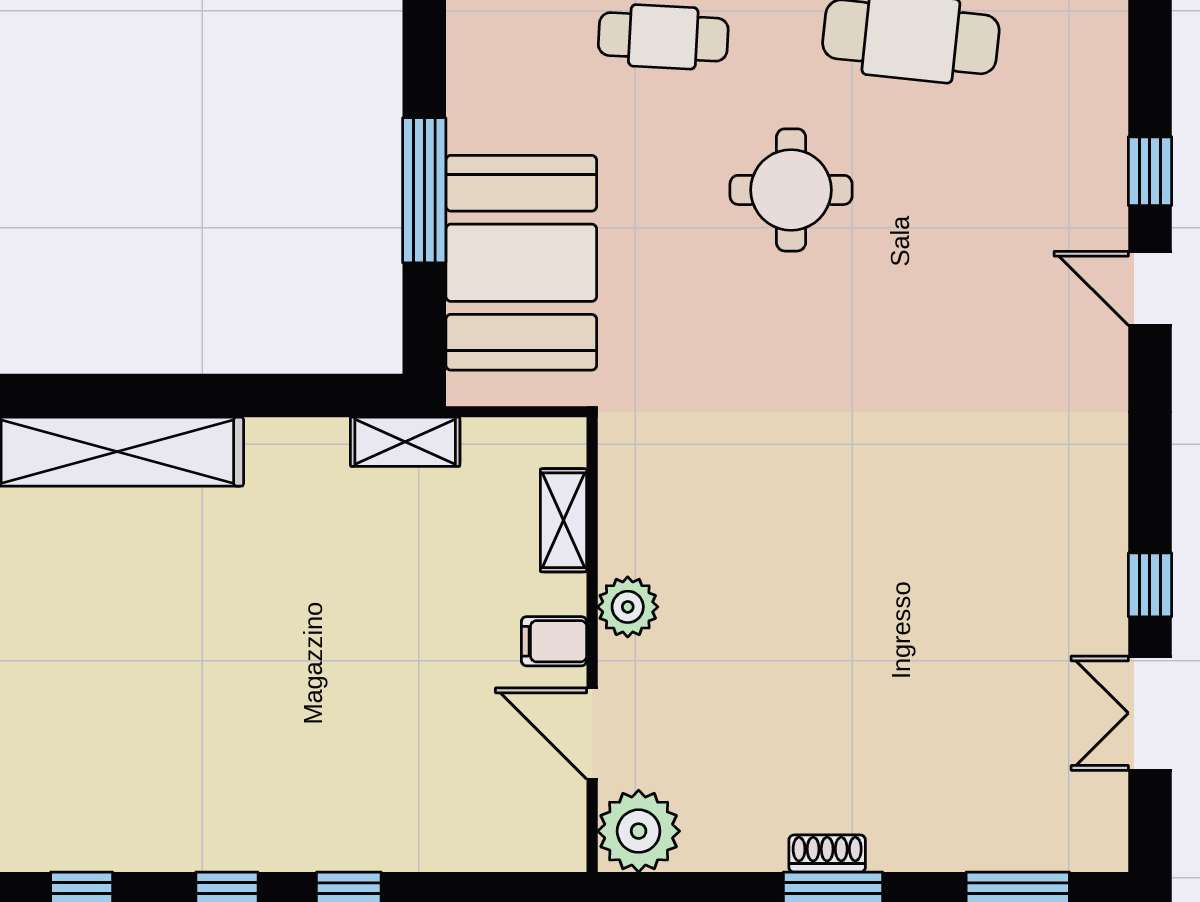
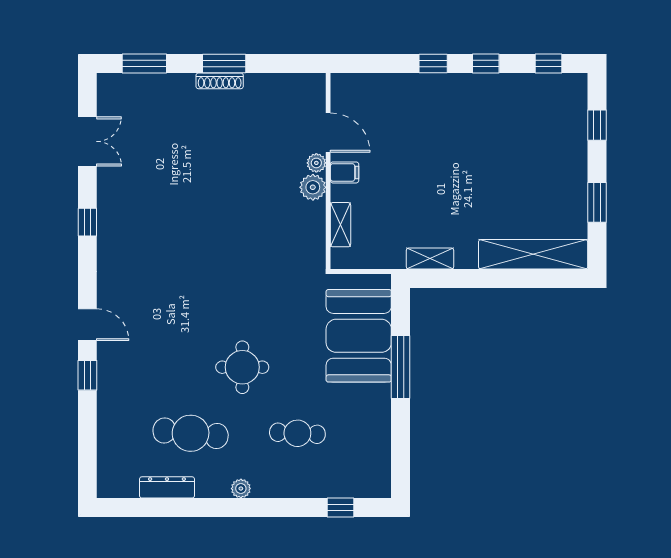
shelving: (405, 442) -> (430, 259), moved
window: (1150, 585) -> (87, 222), moved
plant: (639, 831) -> (316, 163), moved, width x0.53, depth x0.53
shoe rack: (827, 854) -> (220, 81), width x1.43

